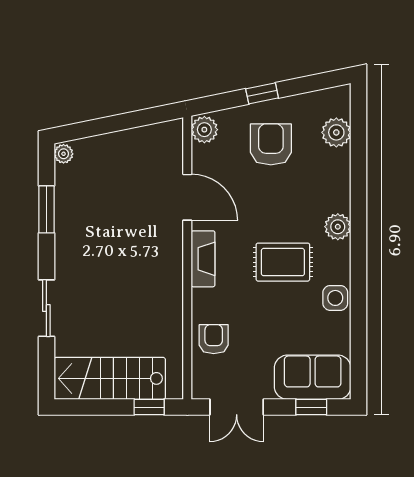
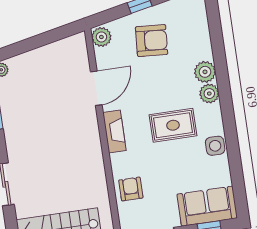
plant: (336, 132) -> (205, 72), moved
armchair: (271, 144) -> (152, 41), turned 94
door: (187, 197) -> (96, 88), hinge flipped

